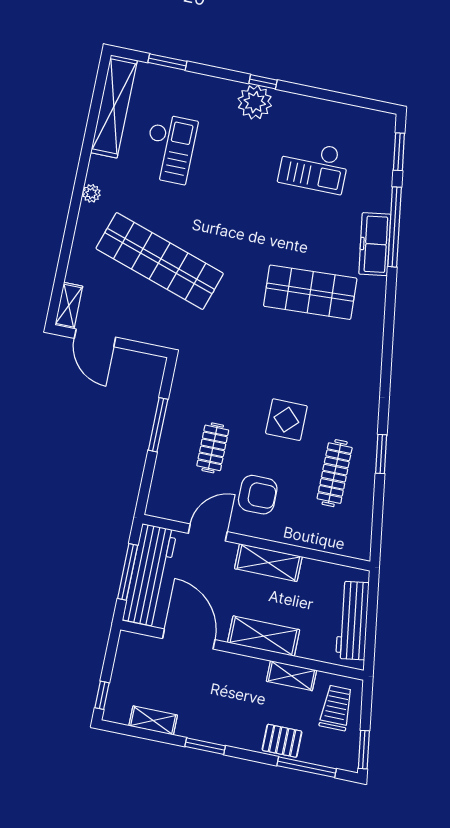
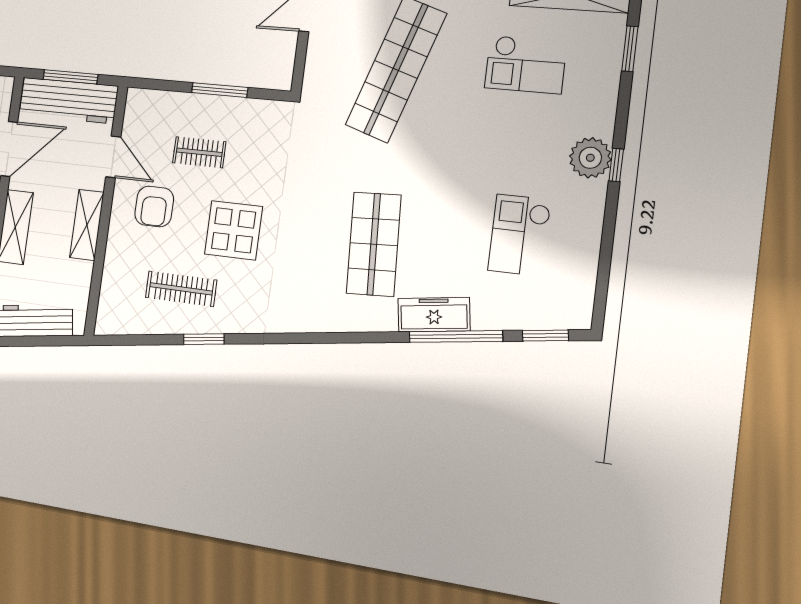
display table: (286, 420) -> (234, 230), width x1.36, depth x1.36

